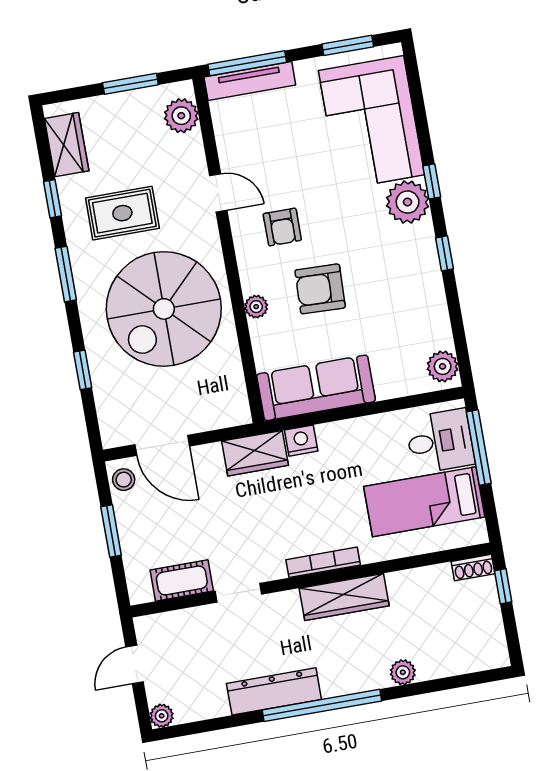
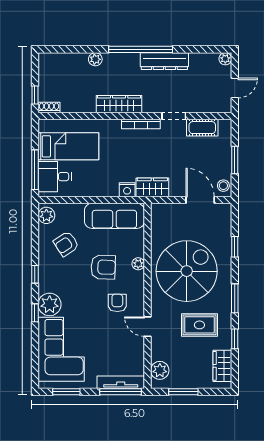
armchair: (397, 320) -> (66, 244), added
bookcase: (323, 562) -> (141, 124), moved

